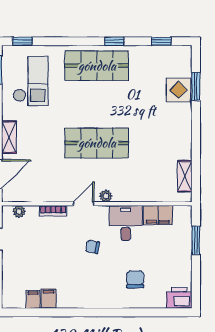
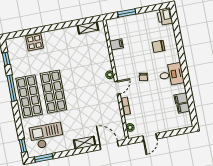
window: (114, 41) -> (12, 88), width x2.17
window: (196, 86) -> (30, 32), removed
shop shelf: (97, 143) -> (53, 92), moved
door: (84, 204) -> (117, 88), swing flipped
filing cabinet: (158, 215) -> (116, 44), width x0.50
desk: (126, 223) -> (171, 74), moved, turned 180

